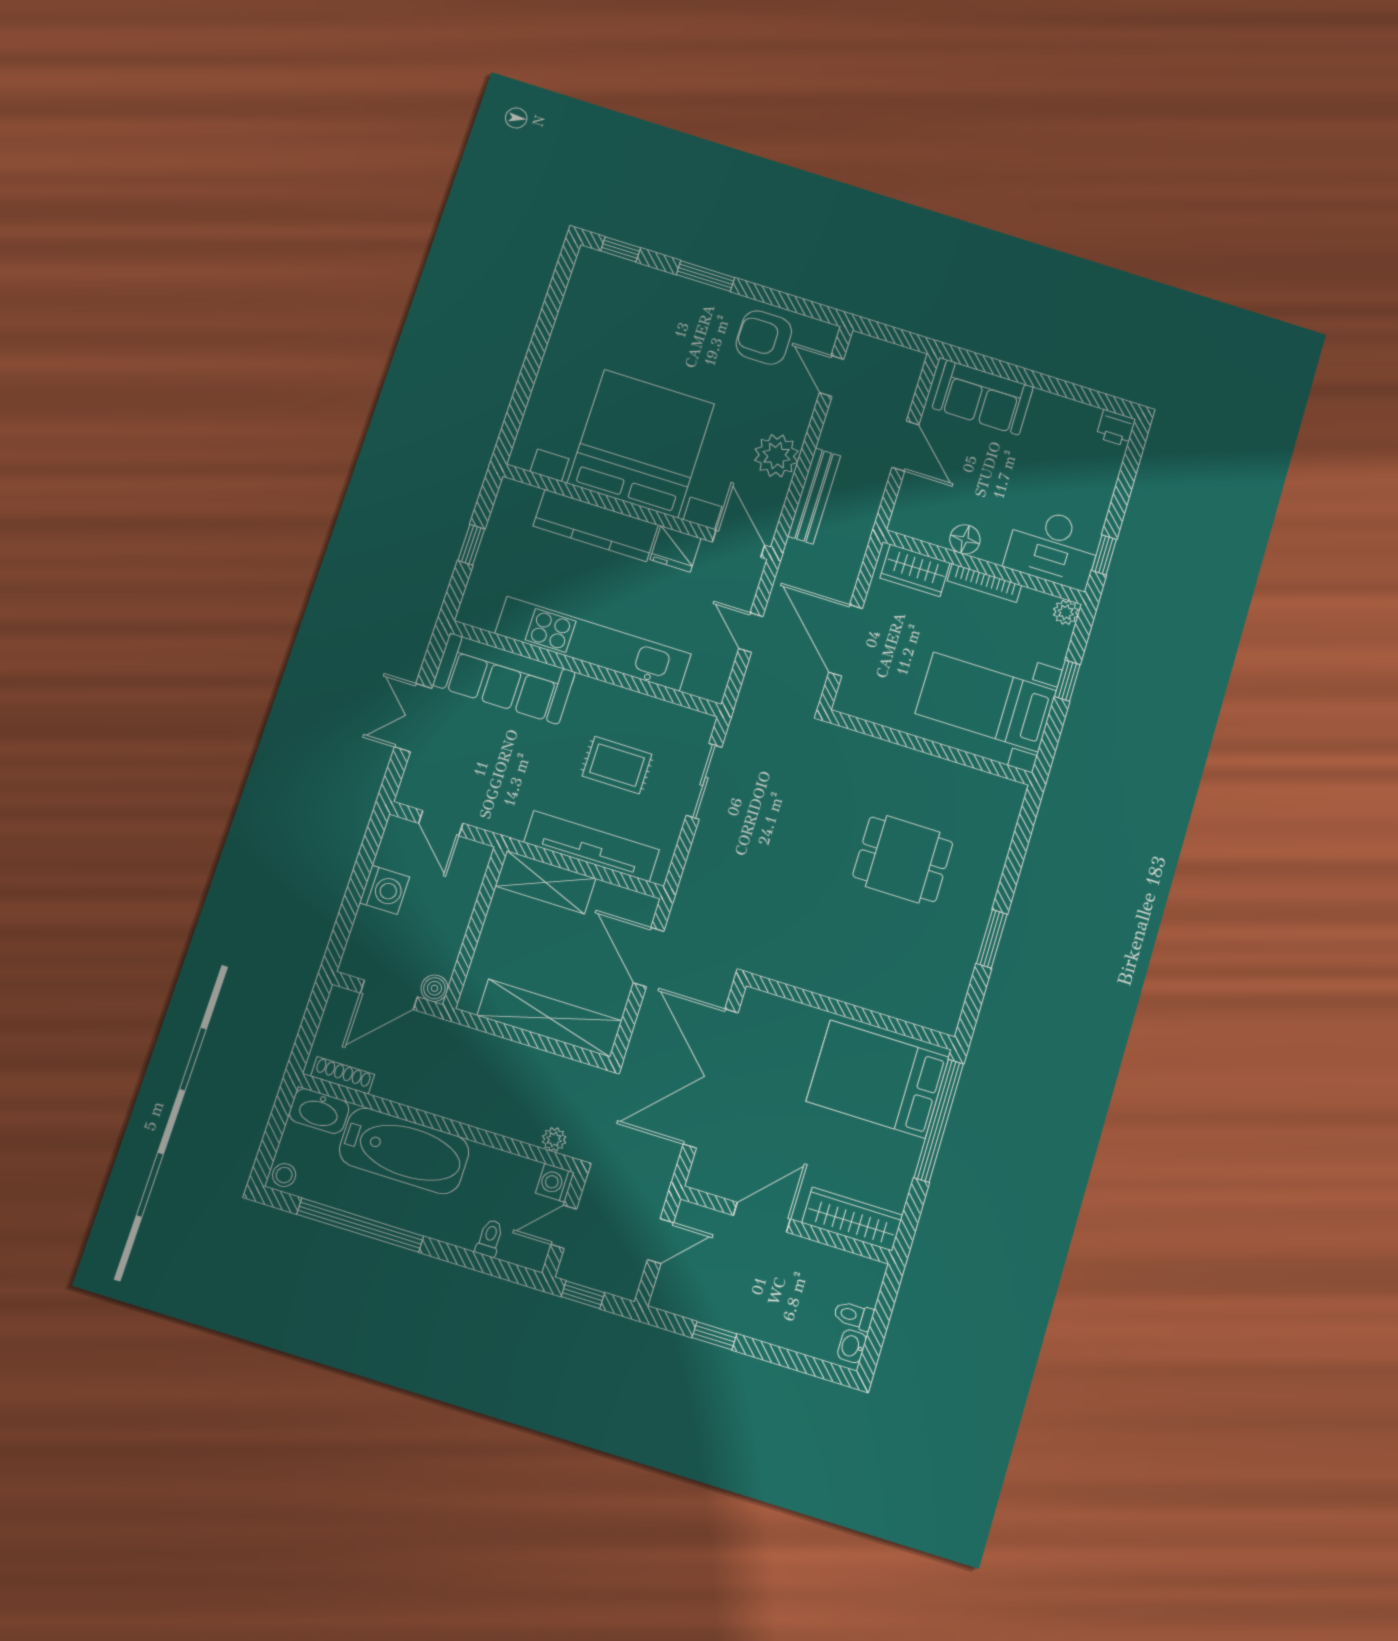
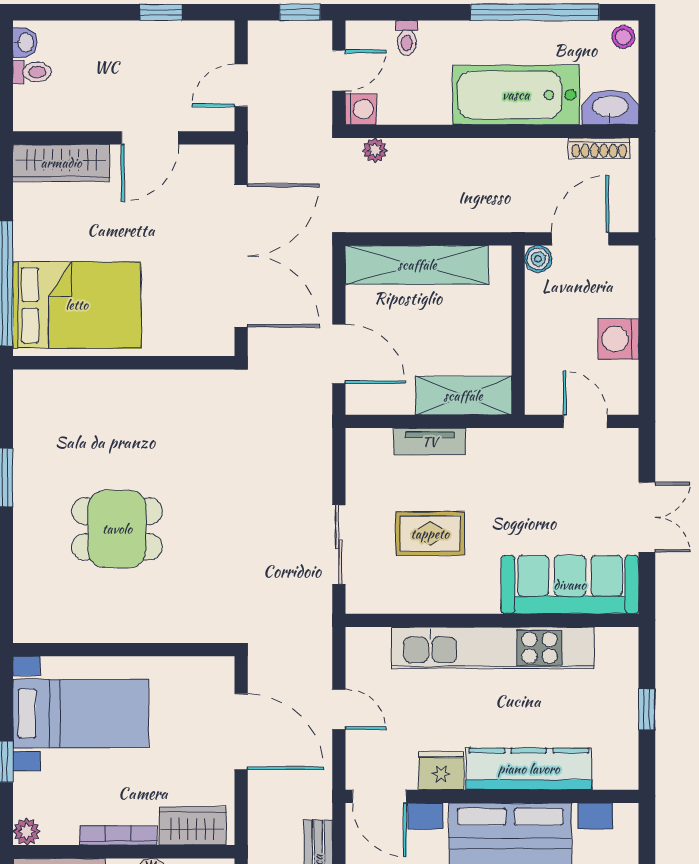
tv unit: (592, 846) -> (430, 442), width x0.52, depth x0.78

